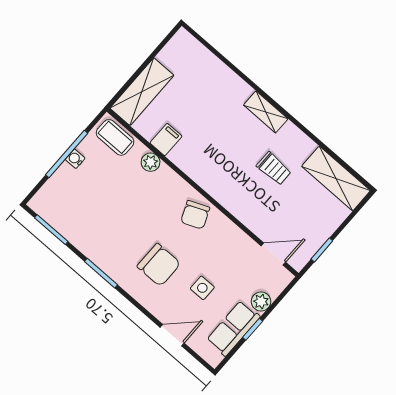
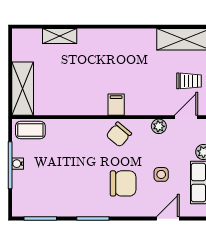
shelving: (266, 112) -> (60, 36), moved
filing cabinet: (166, 140) -> (116, 105), moved
plant: (151, 162) -> (159, 126), moved
trolley: (274, 168) -> (189, 81), moved
chair: (195, 215) -> (119, 134), turned 63

